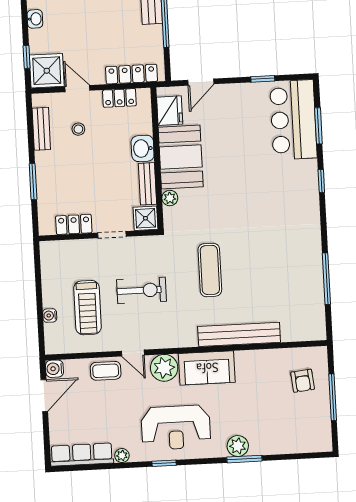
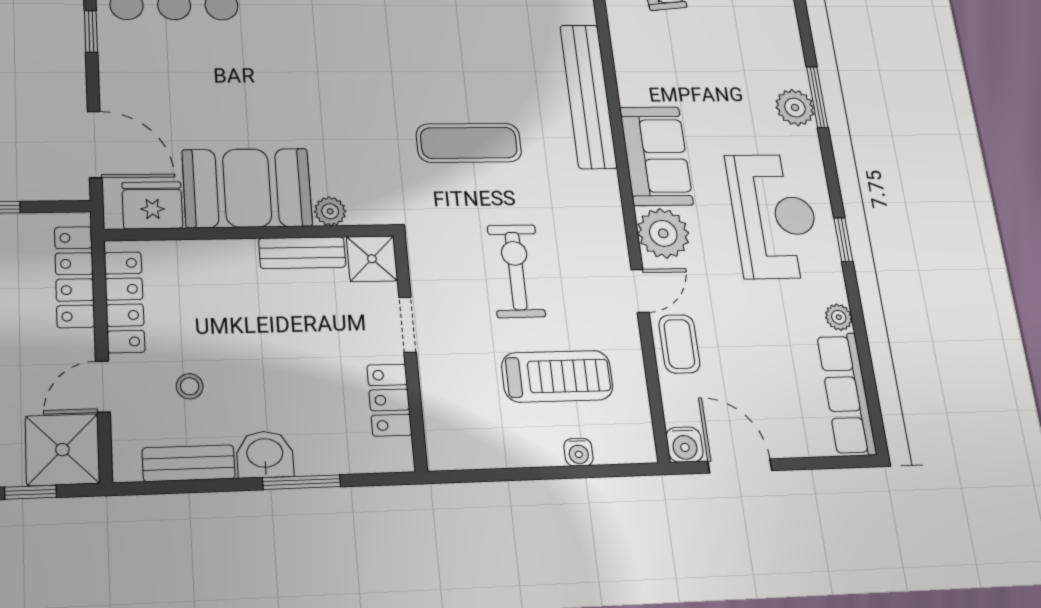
door: (201, 82) -> (95, 144), width x1.38
locker: (119, 98) -> (124, 302), width x1.53
washbasin: (143, 148) -> (265, 454), moved, turned 180

